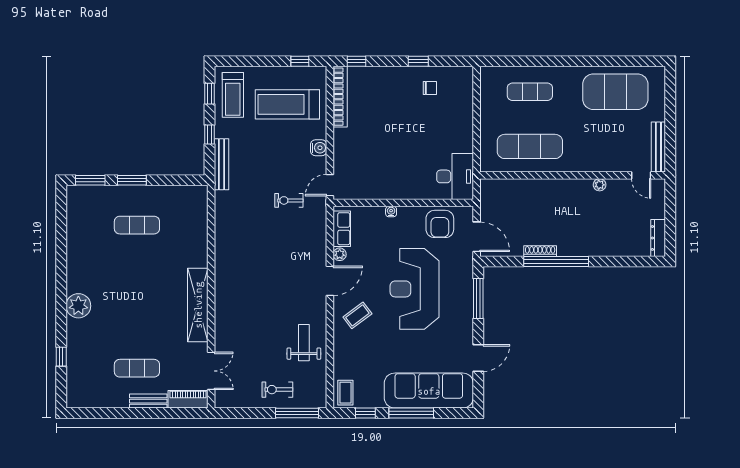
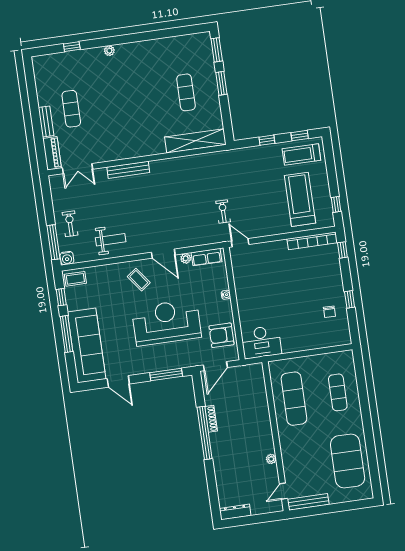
water cooler: (319, 148) -> (67, 258), moved
bench: (221, 164) -> (128, 170), moved
shelving: (198, 305) -> (195, 141), moved
plant: (78, 306) -> (109, 51), width x0.53, depth x0.53

